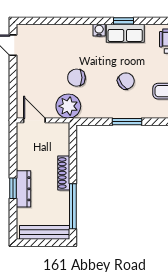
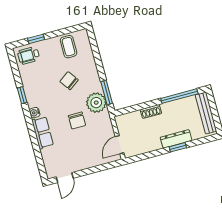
row of seats: (125, 33) -> (43, 133), moved
plant: (68, 106) -> (96, 103), moved
window: (127, 122) -> (107, 93), moved
shoe rack: (64, 173) -> (151, 111), width x0.70

